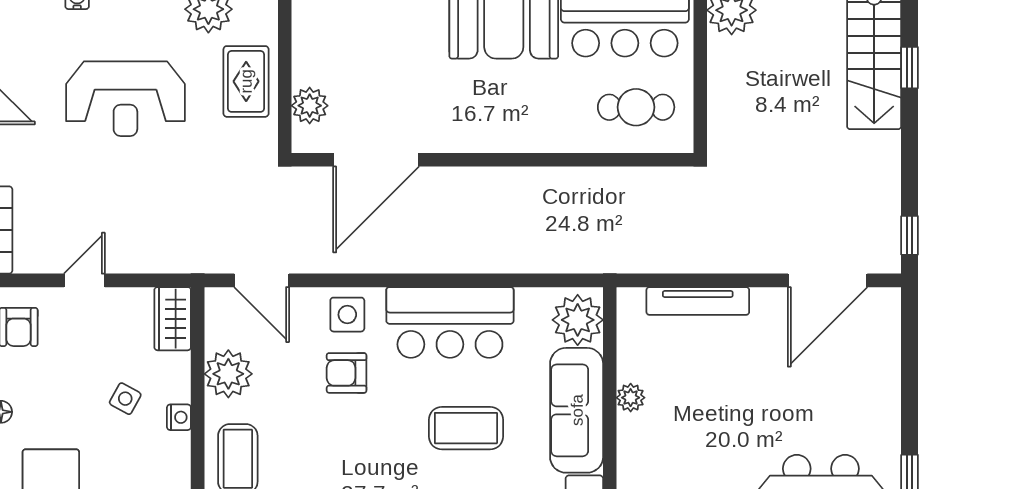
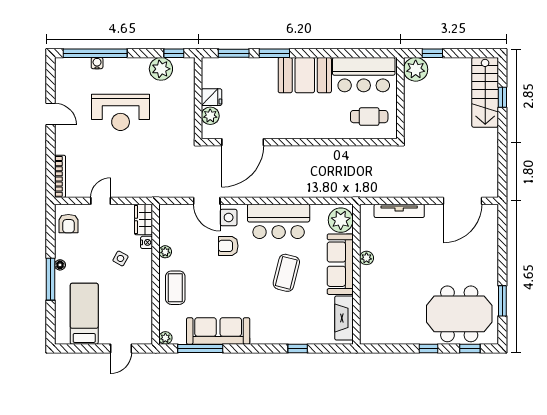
fridge: (312, 67) -> (212, 97), added
rug: (246, 81) -> (179, 104), removed
window: (910, 235) -> (502, 179), removed
door: (262, 280) -> (207, 201), moved
plant: (228, 374) -> (165, 252), width x0.53, depth x0.53
nightstand: (179, 417) -> (147, 242), moved
coffee table: (466, 428) -> (286, 273), turned -76

